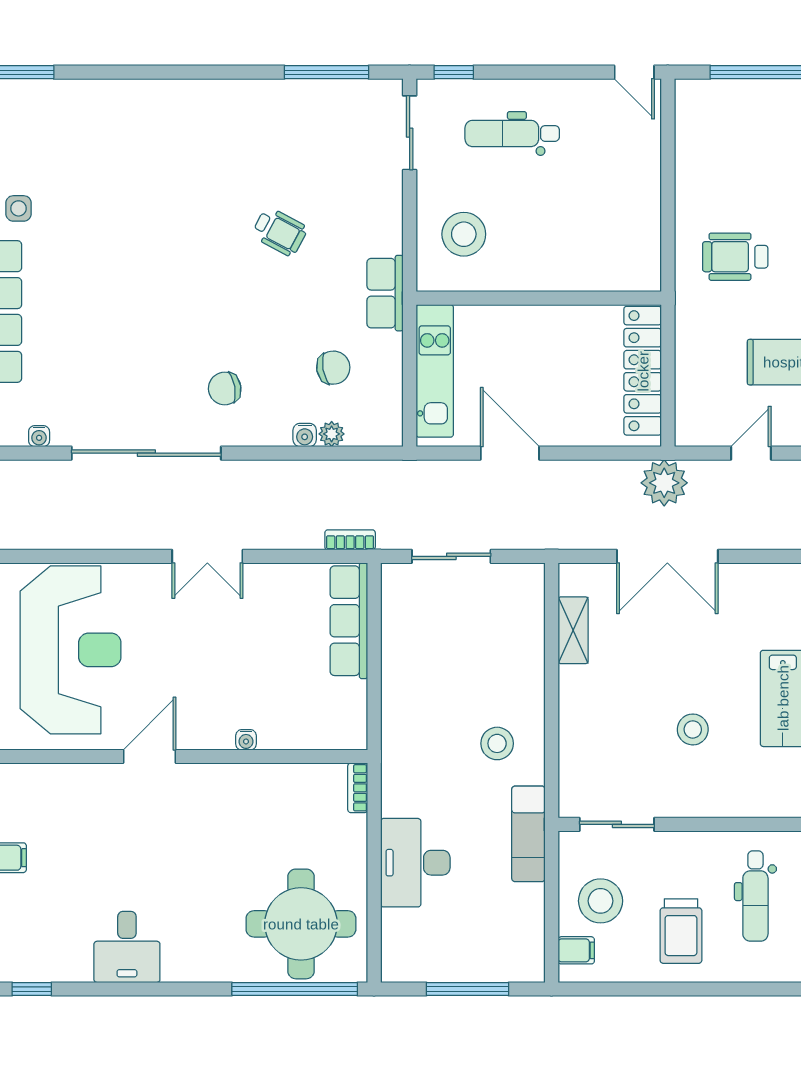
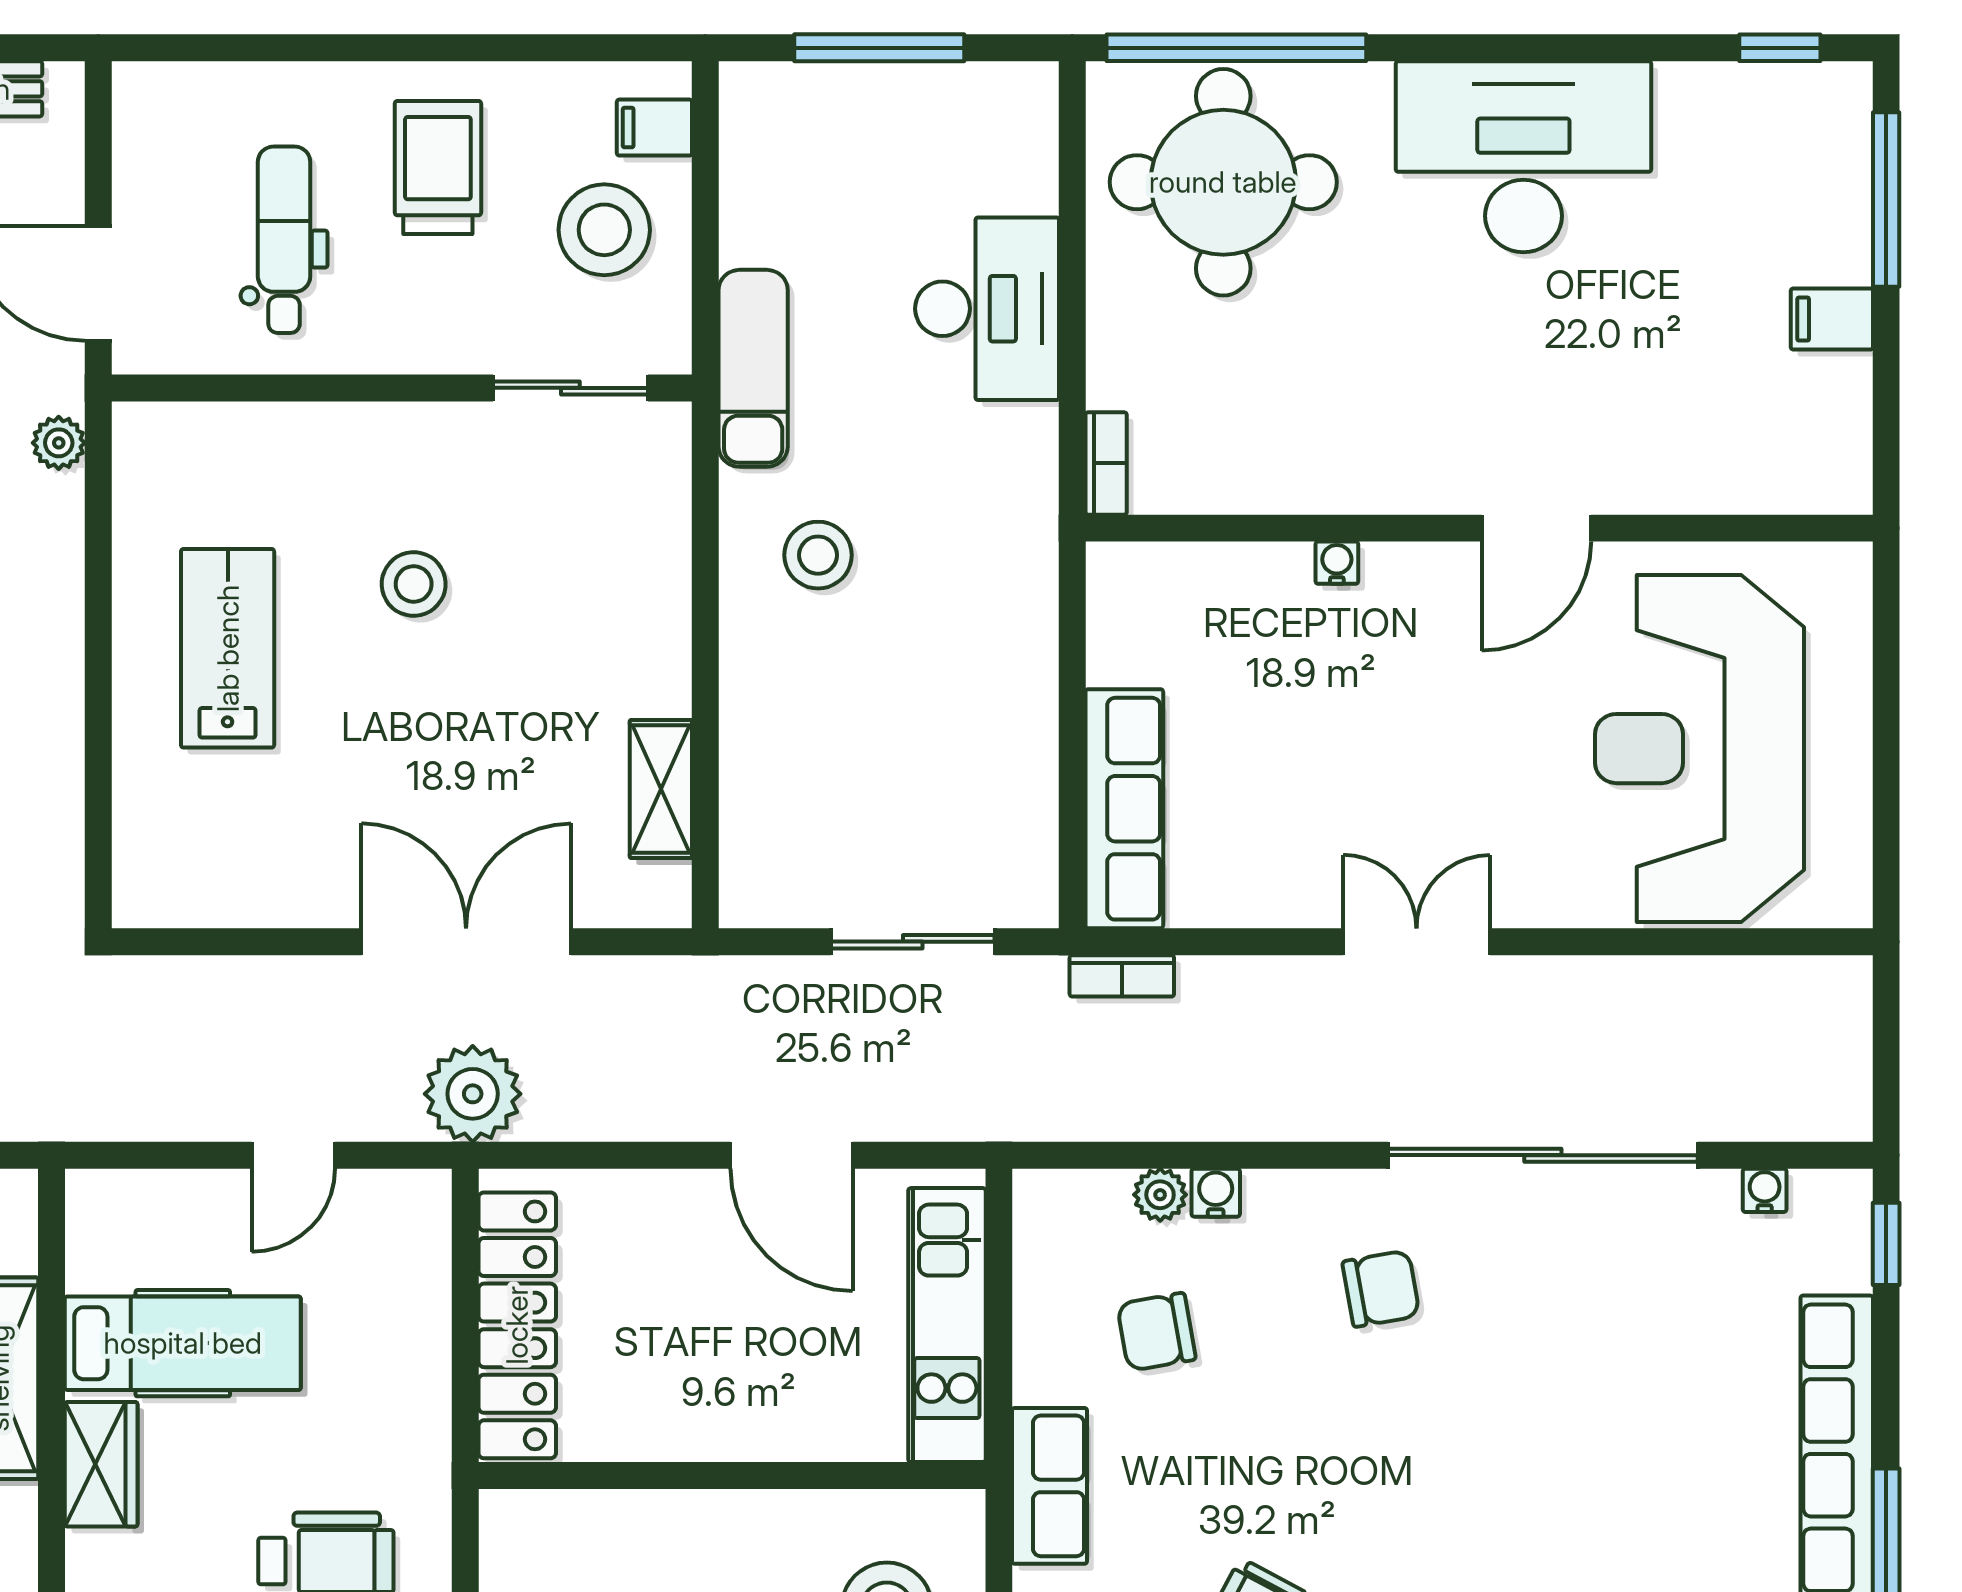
desk: (127, 947) -> (1523, 157), width x1.87, depth x1.30

